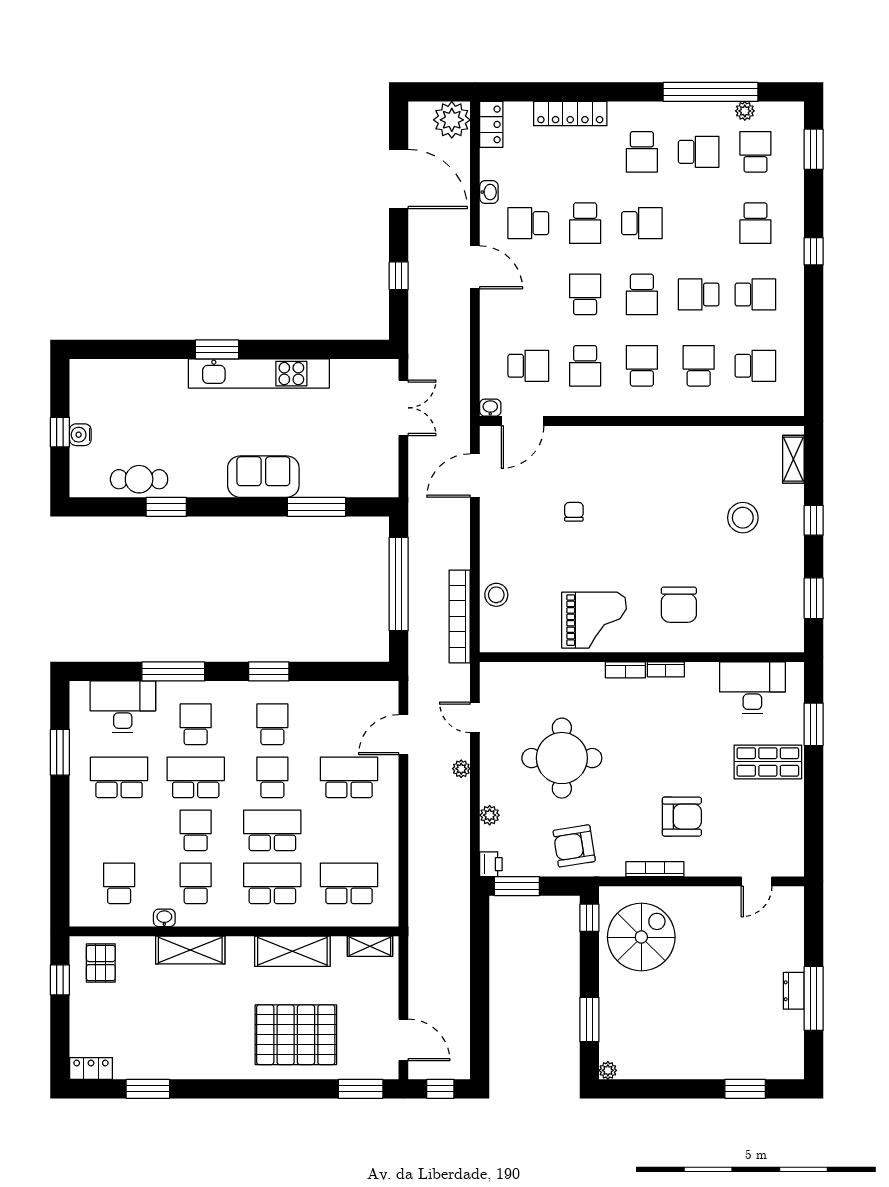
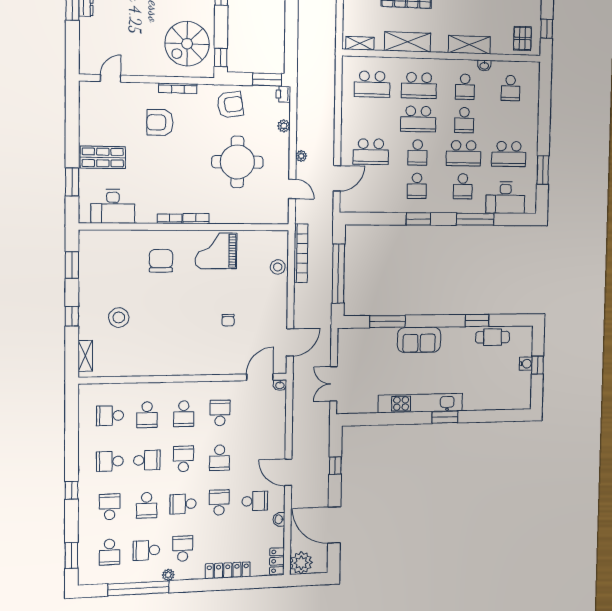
plant: (745, 111) -> (168, 575), moved
school desk: (528, 366) -> (147, 505), moved, turned -90

